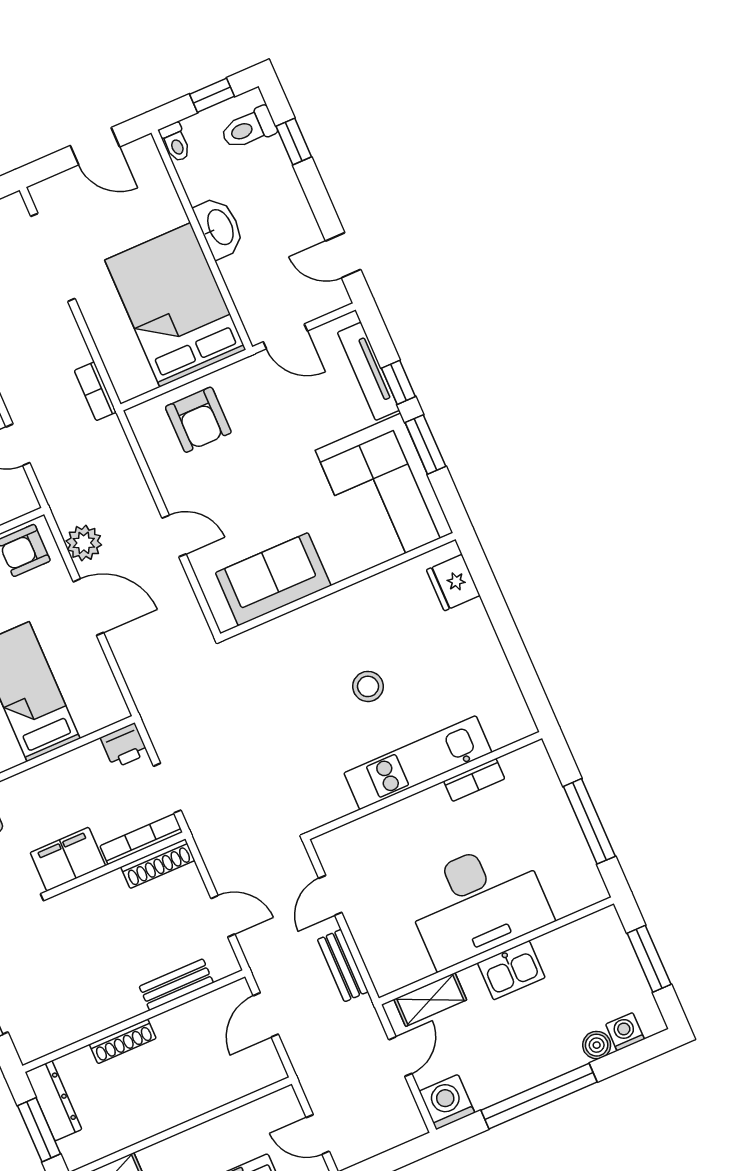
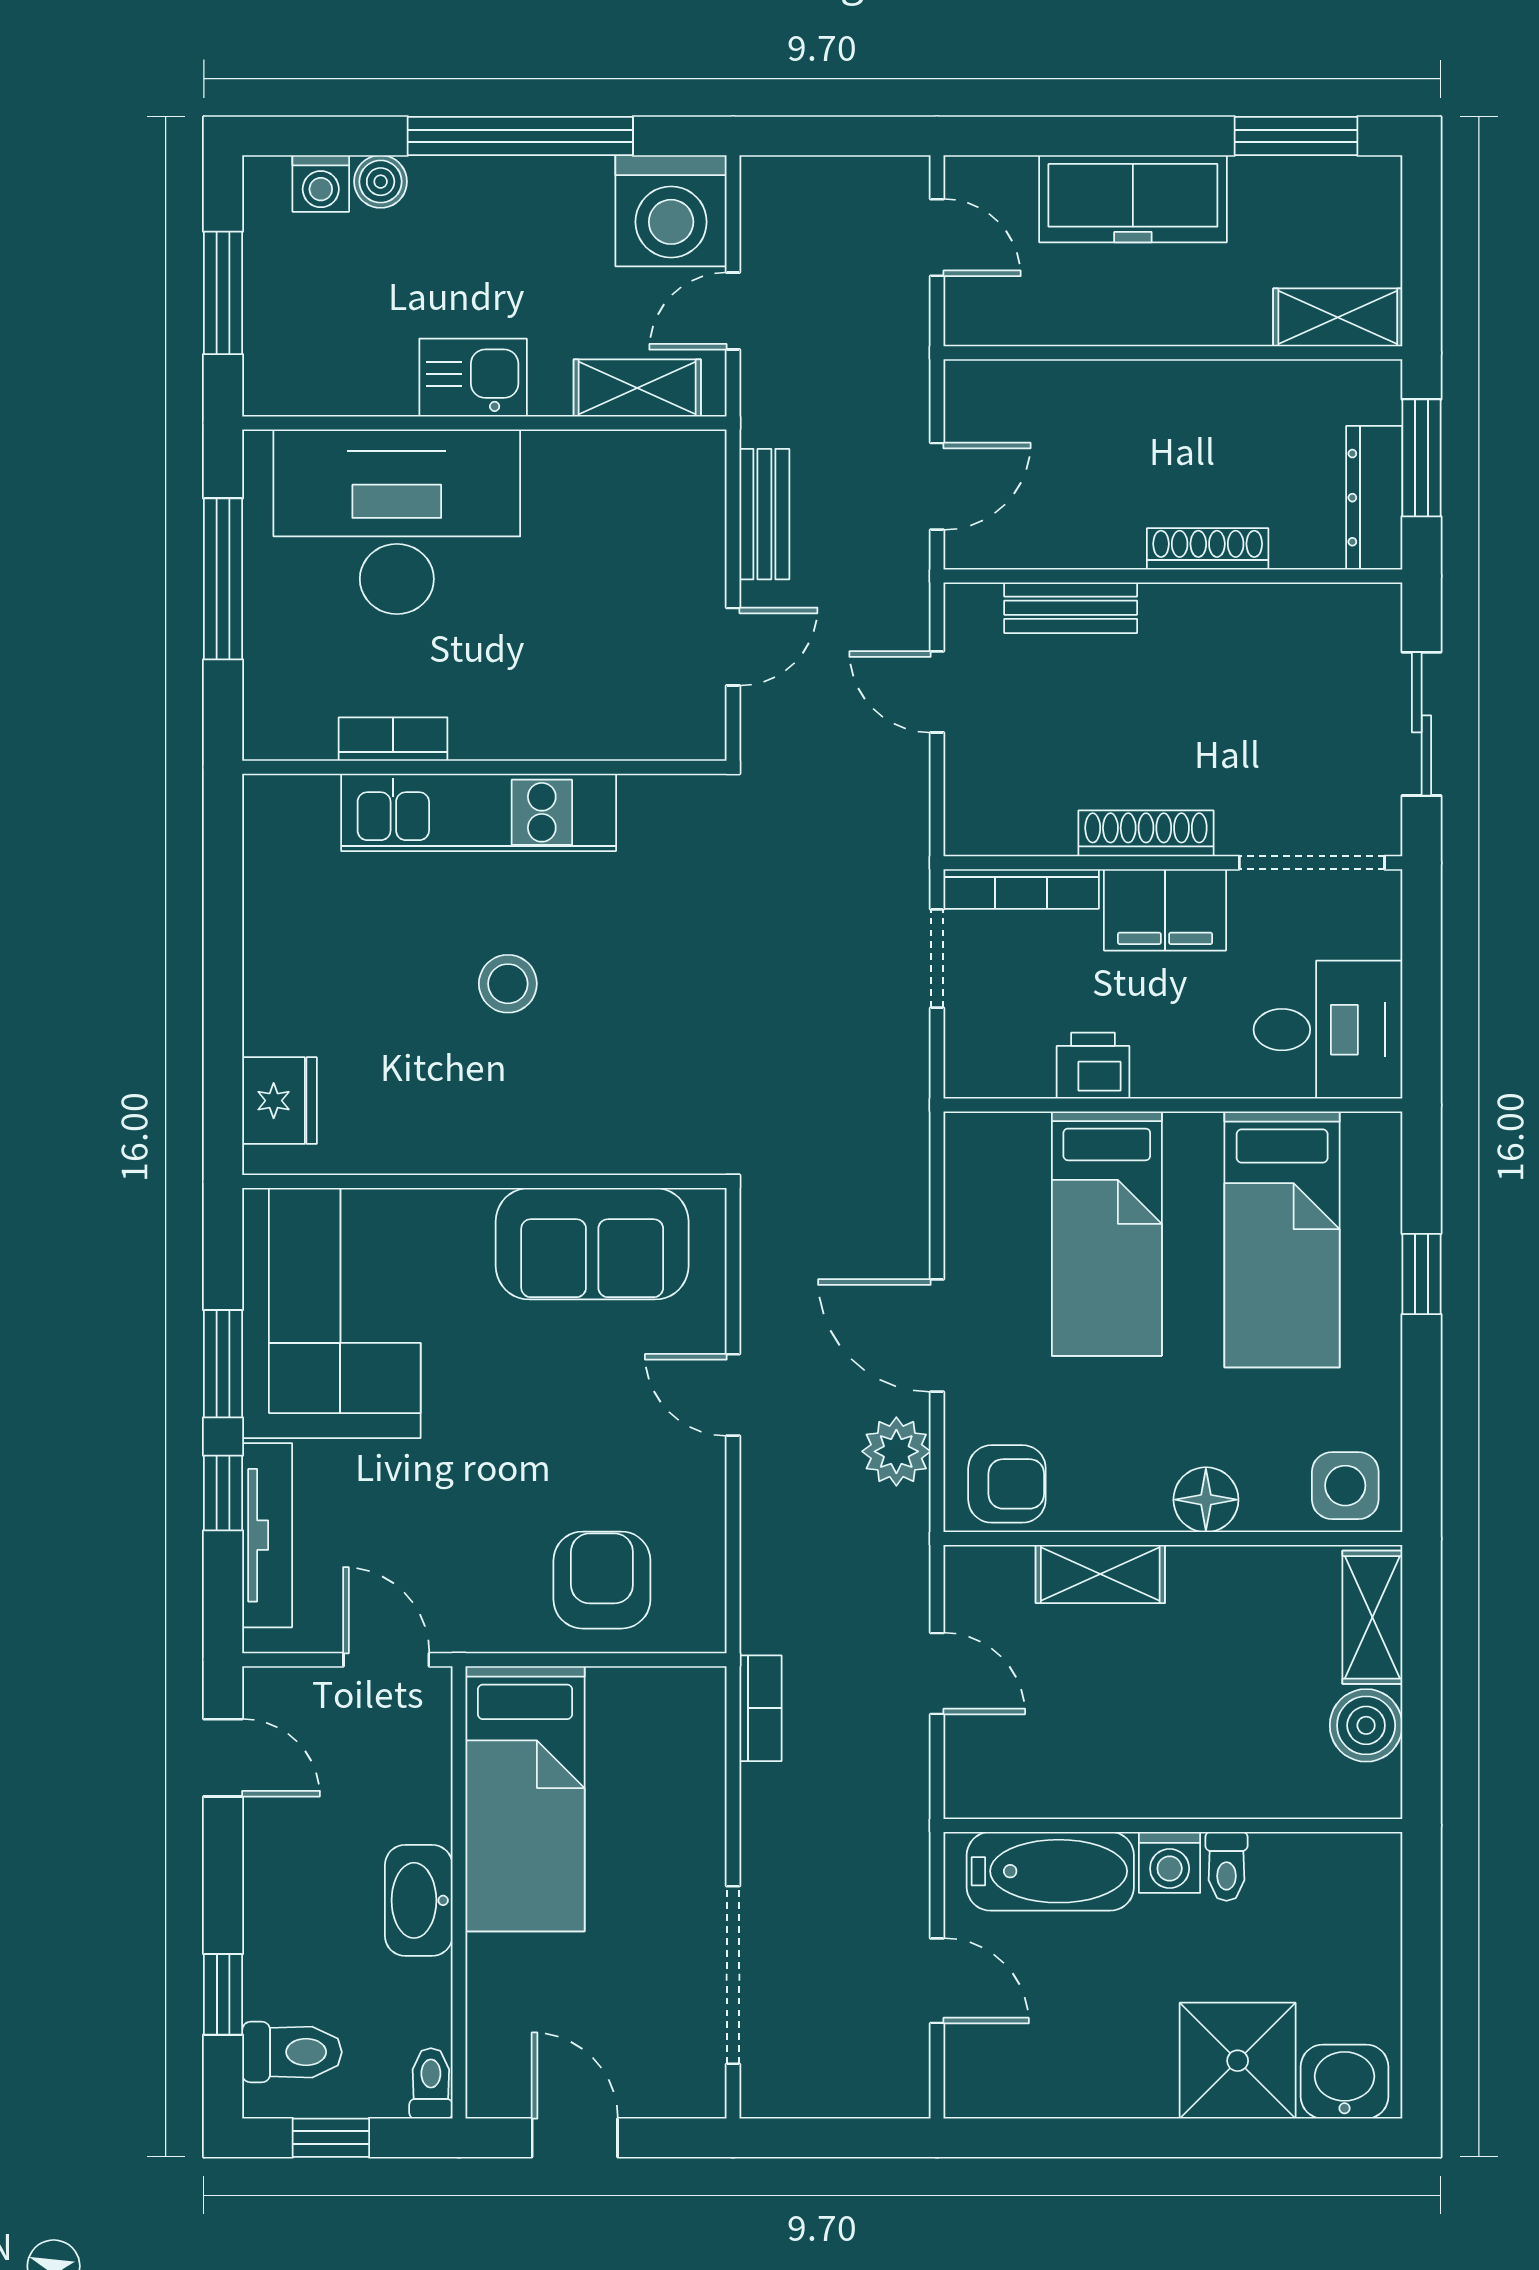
bed: (175, 305) -> (525, 1799), width x0.67
printer: (124, 746) -> (1093, 1066), moved
shoe rack: (158, 864) -> (1146, 833), moved
desk: (477, 903) -> (397, 522), moved
washing machine: (447, 1102) -> (671, 211), width x1.37, depth x1.37

